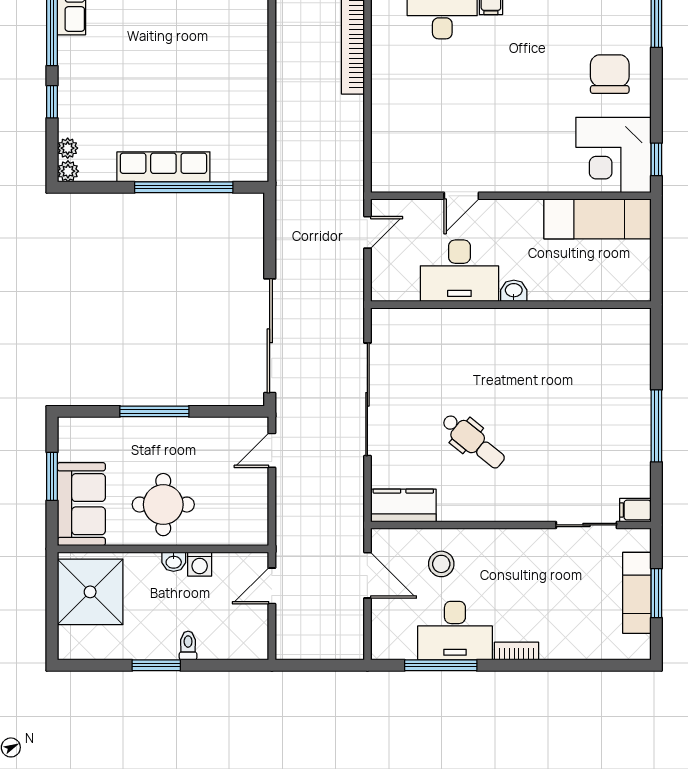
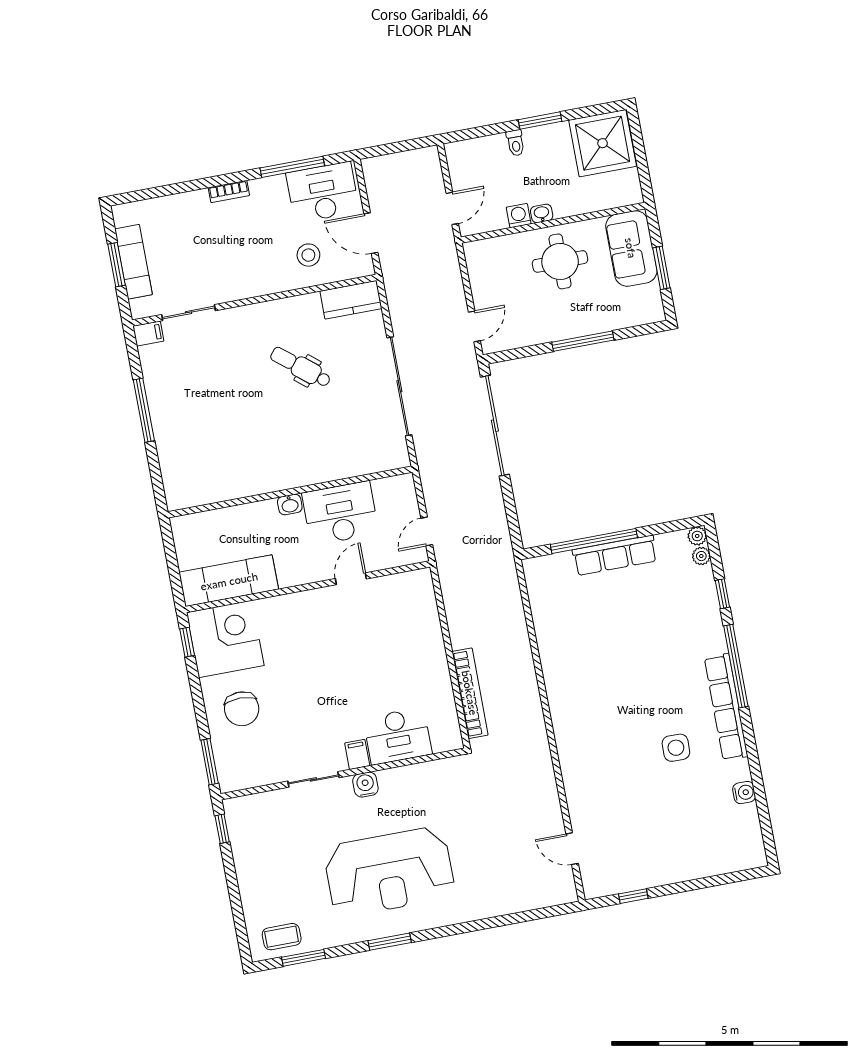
shower: (90, 592) -> (603, 143), moved
desk: (455, 631) -> (323, 192), moved

